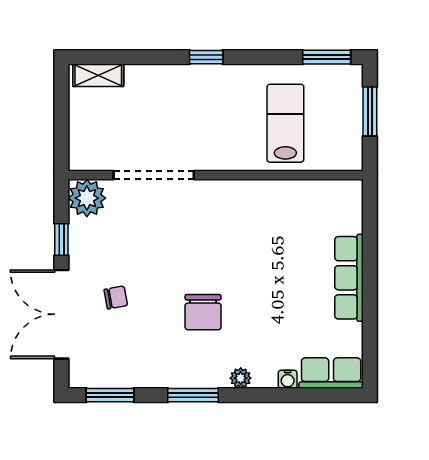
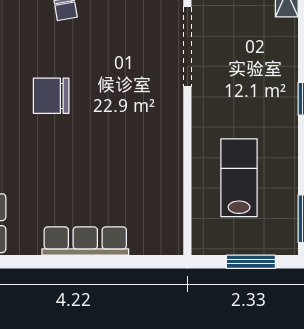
lab bench: (285, 123) -> (239, 178), turned -90

